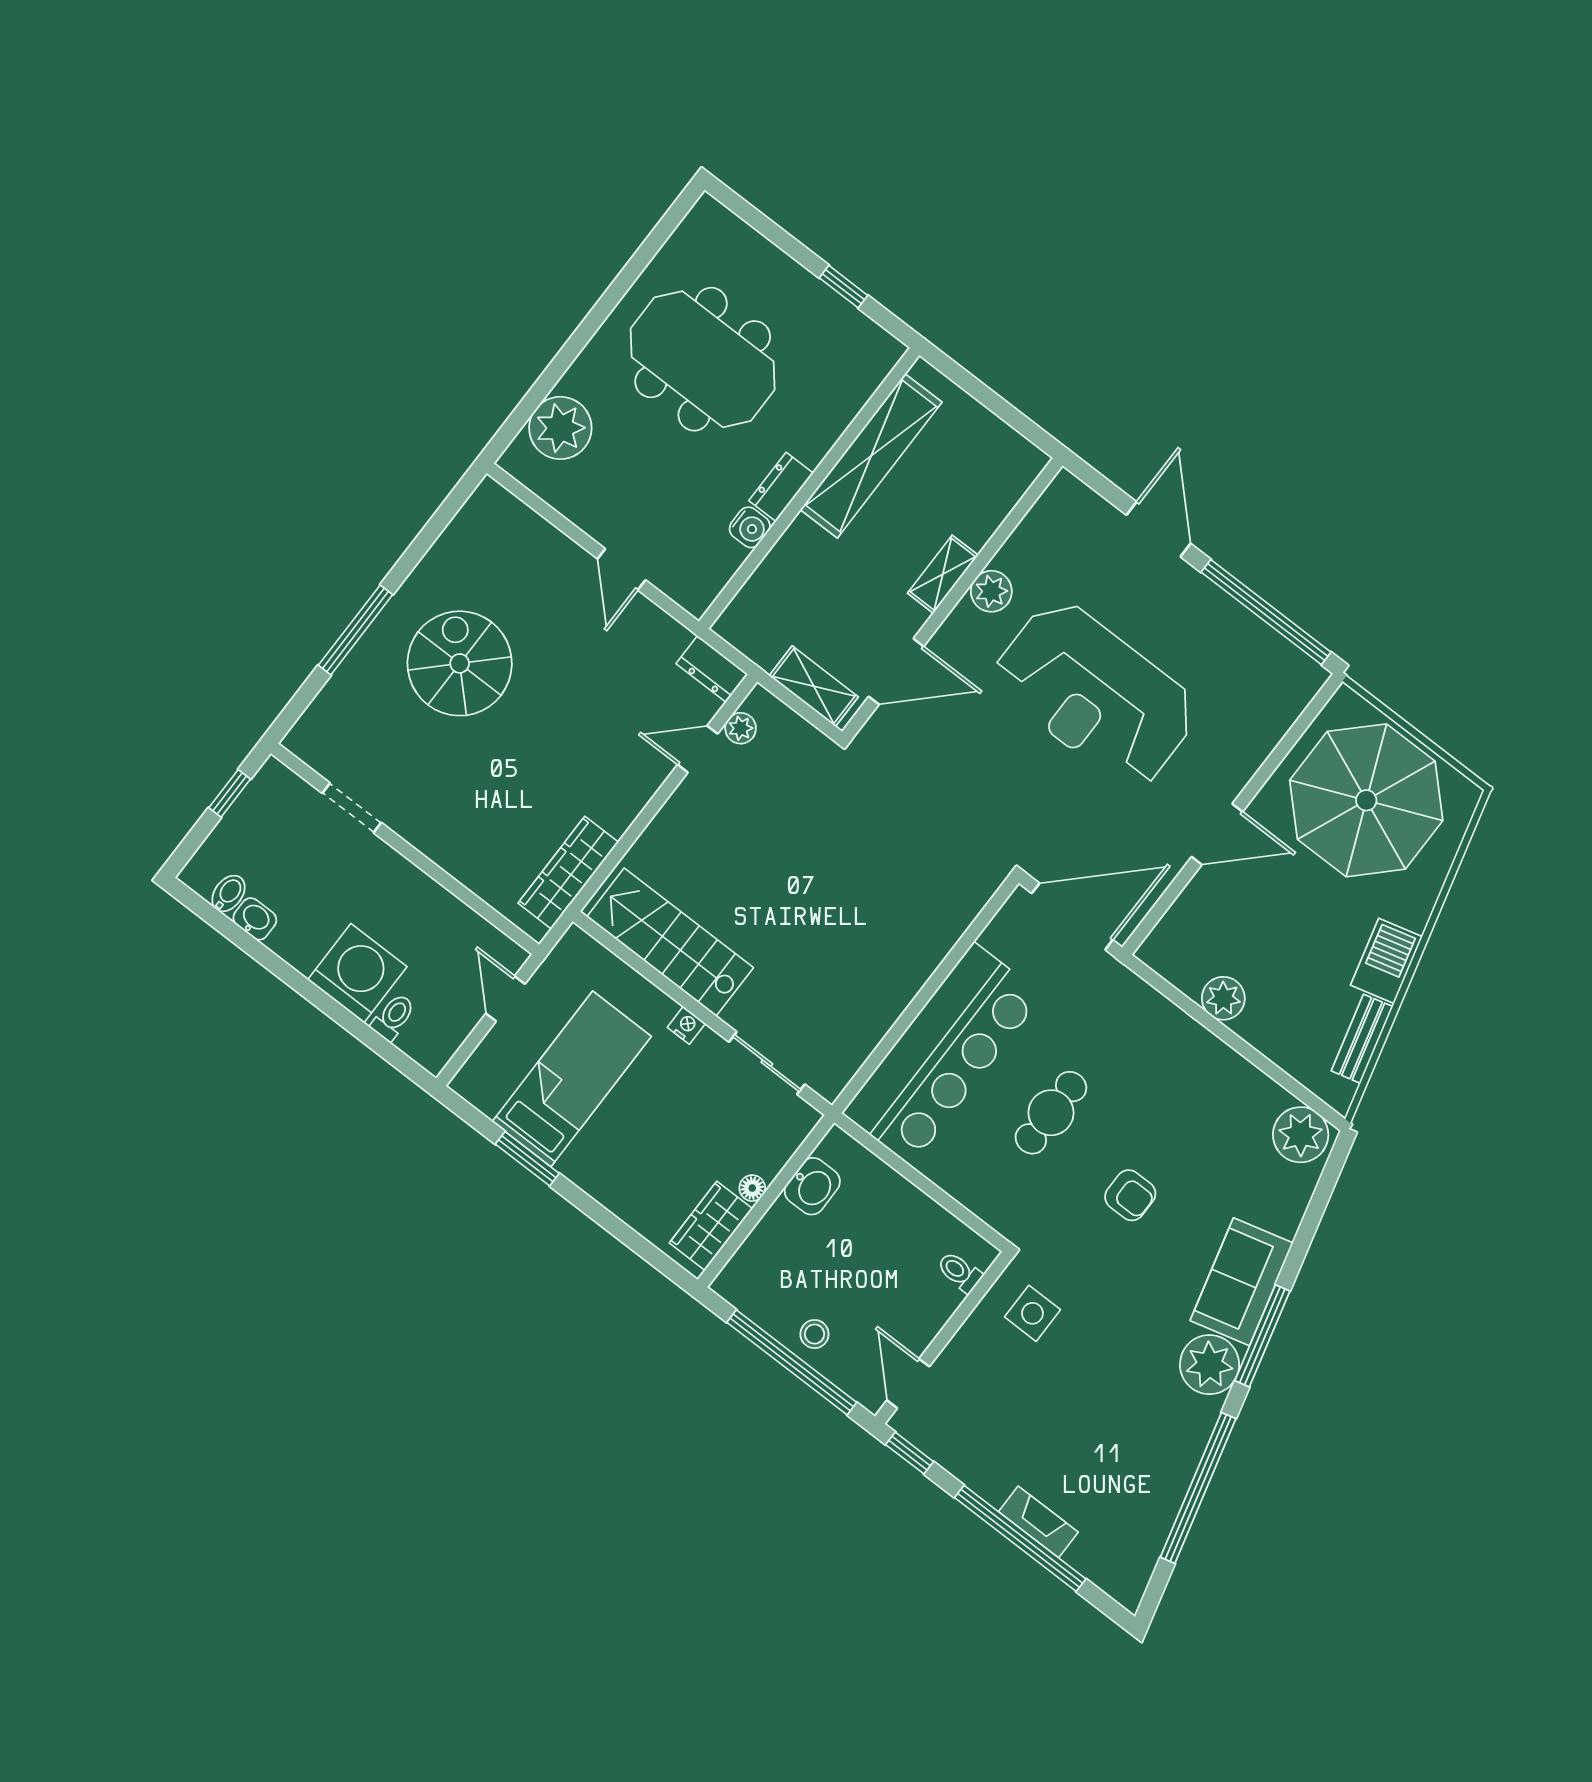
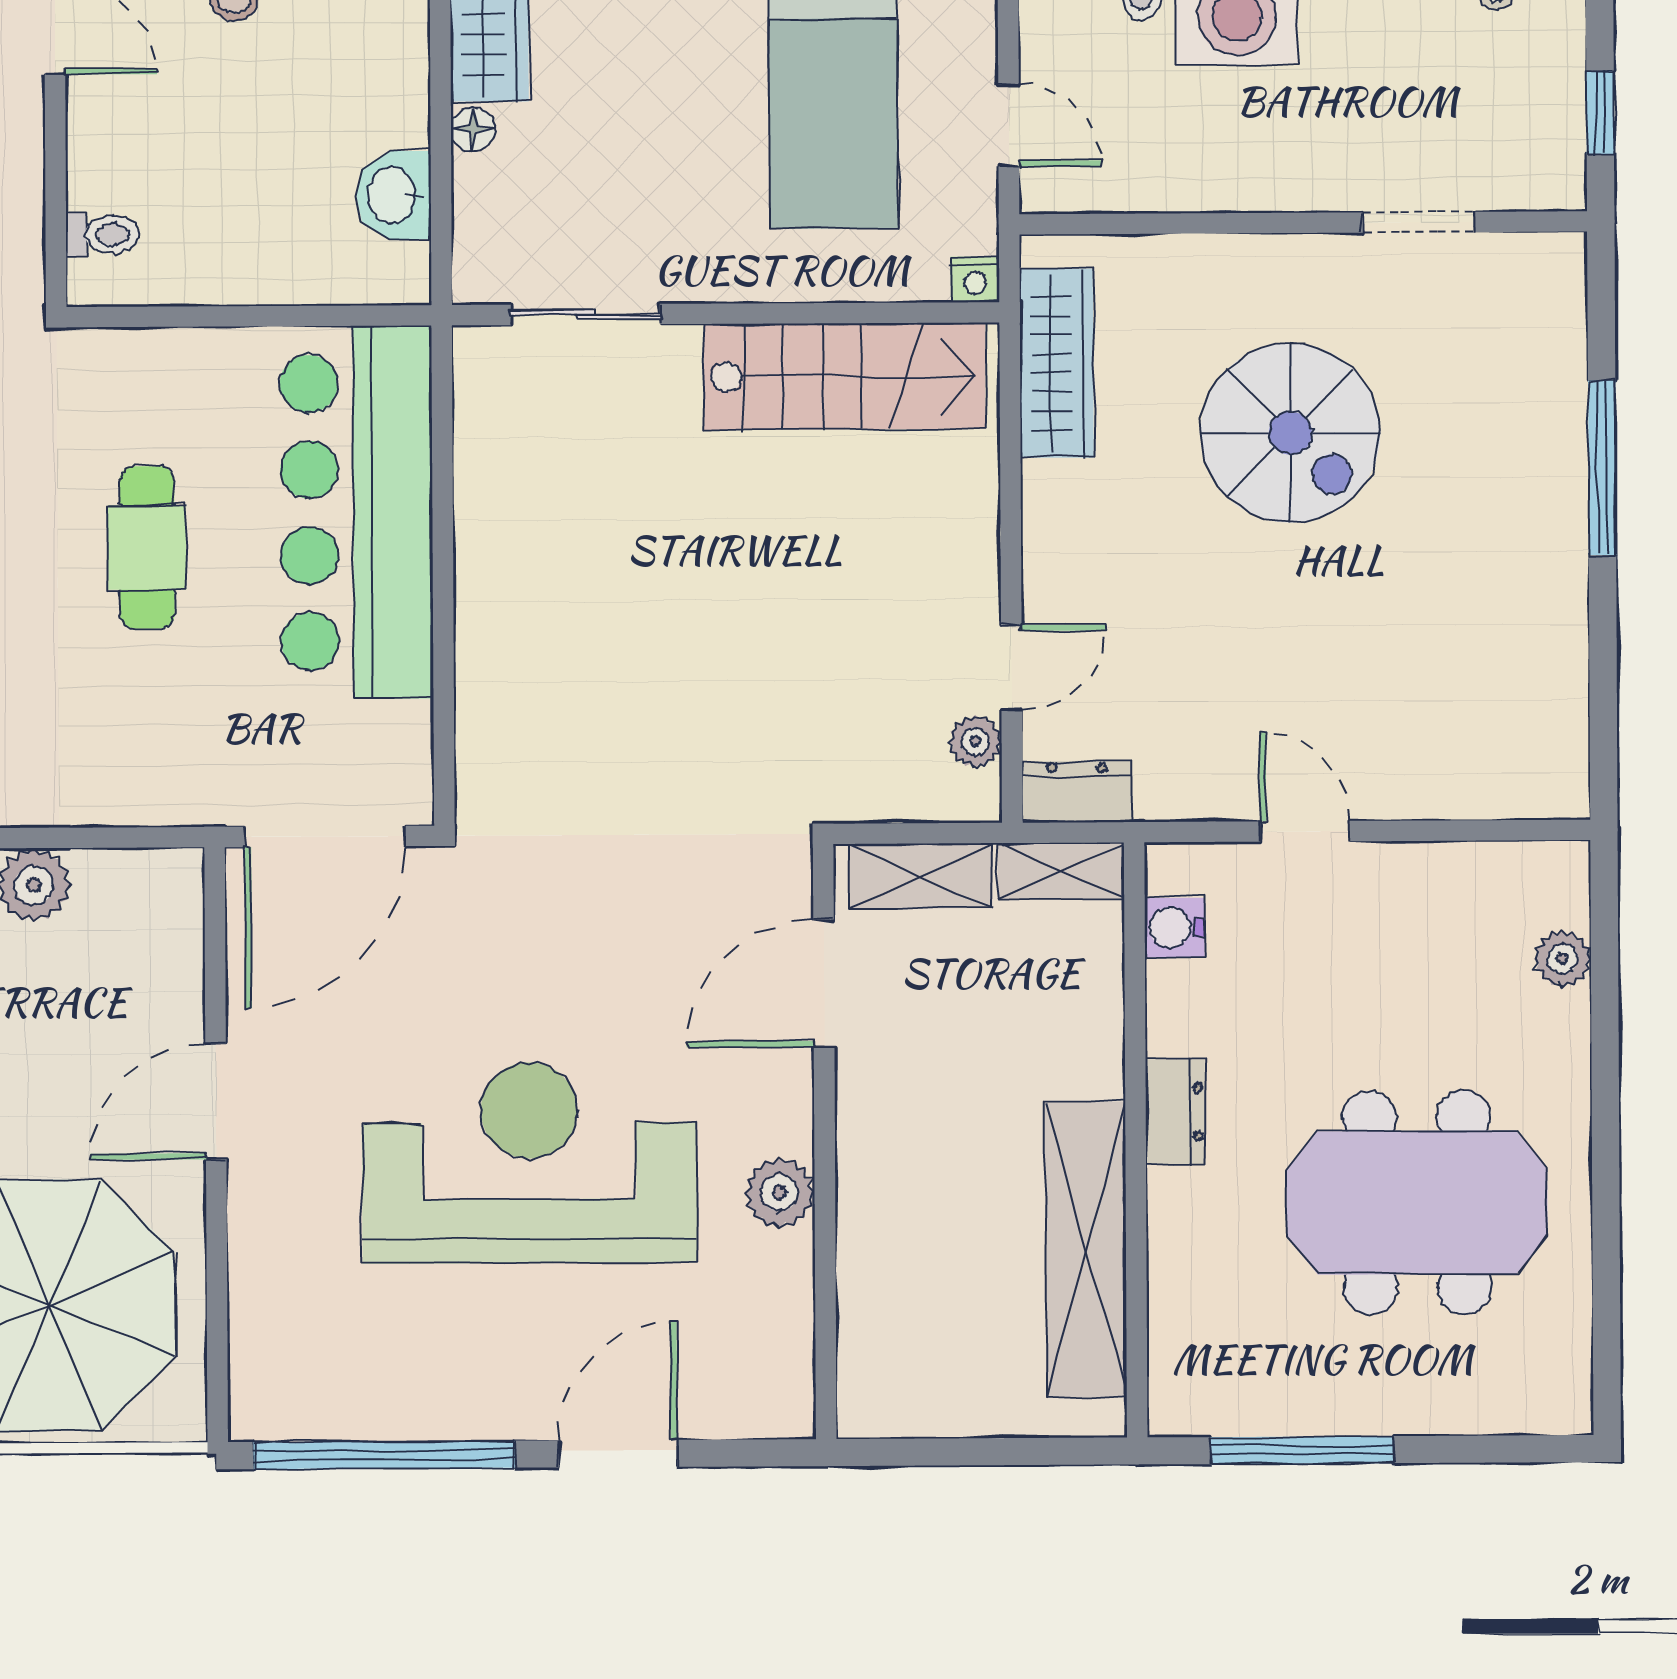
window: (843, 287) -> (1302, 1450), width x2.17
plant: (560, 428) -> (1562, 959), width x0.53, depth x0.53
water cooler: (750, 527) -> (1175, 928), moved
door: (1159, 529) -> (618, 1454), swing flipped
shelving: (943, 574) -> (1061, 871), moved, turned 90
spiral stairs: (460, 663) -> (1290, 433), moved
nightstand: (686, 1025) -> (975, 279), moved

